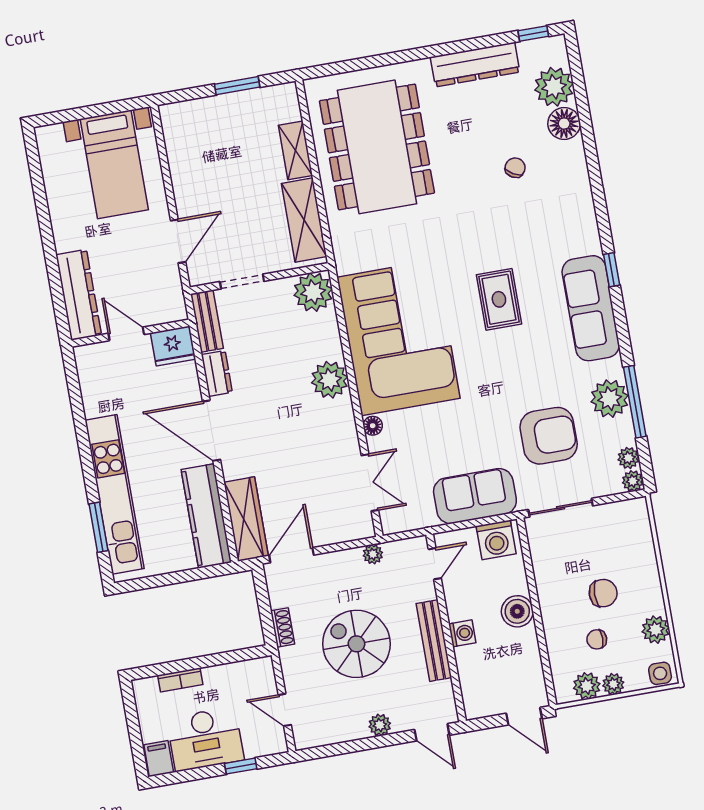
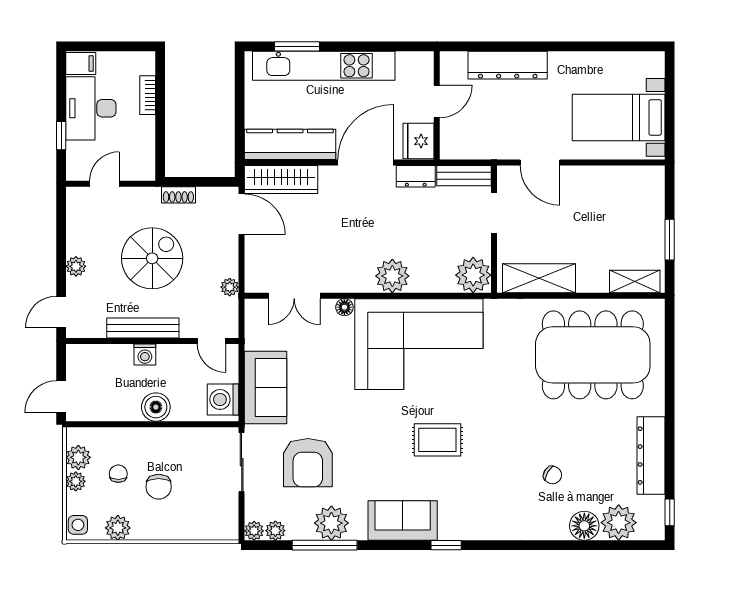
shelving: (295, 150) -> (635, 282), moved
sofa: (591, 308) -> (403, 520), width x0.73
wall: (130, 333) -> (437, 105), moved
door: (126, 334) -> (437, 101), moved
fridge: (173, 346) -> (419, 141), moved

